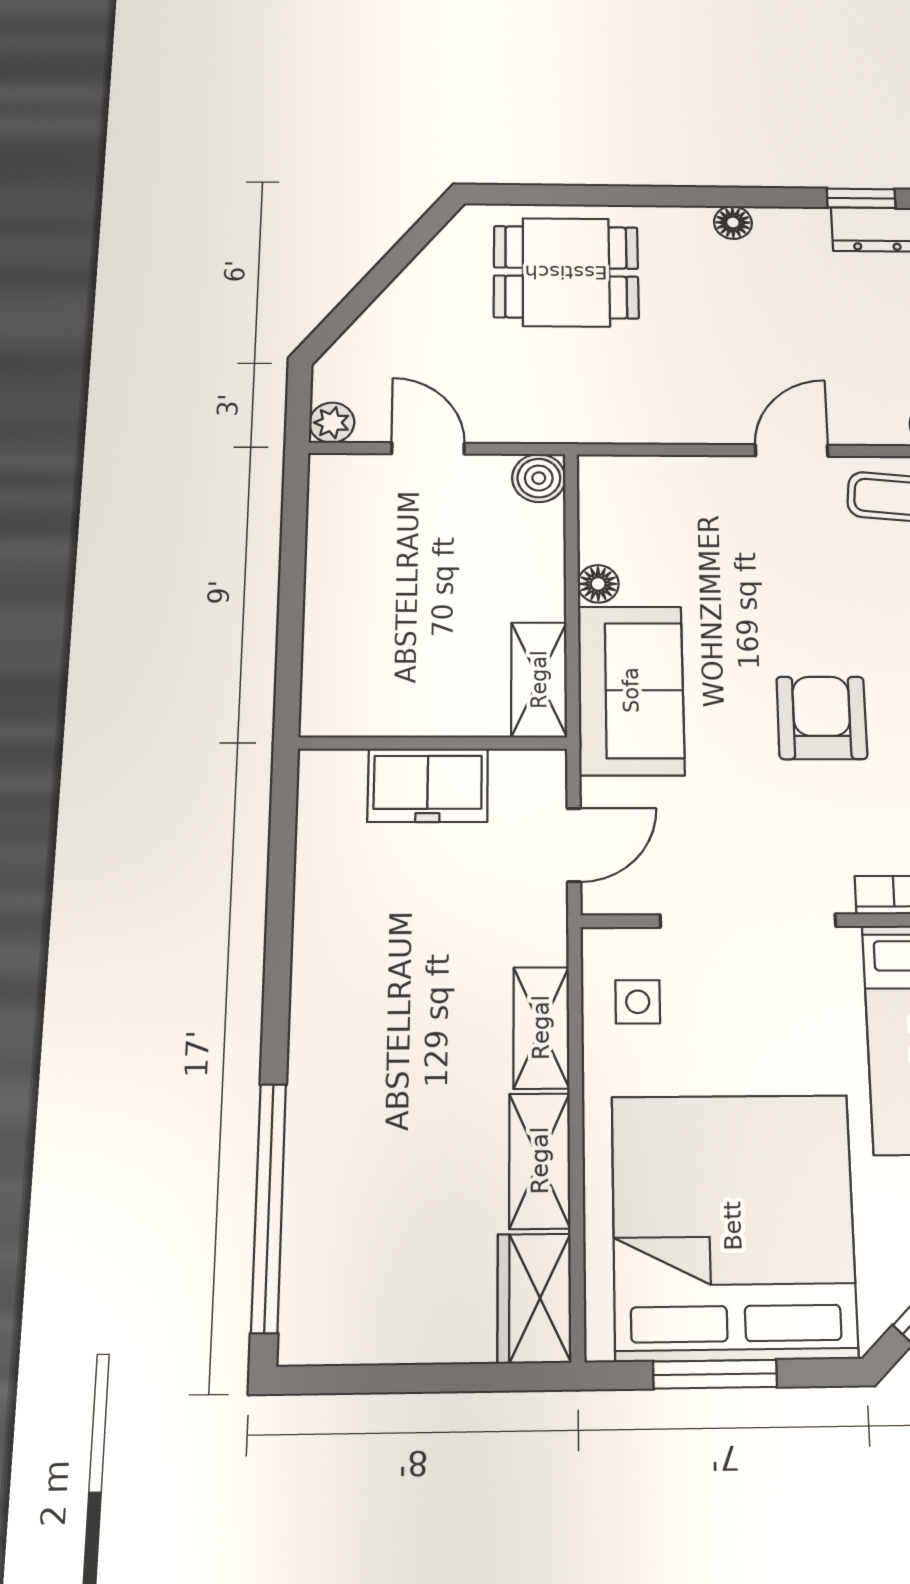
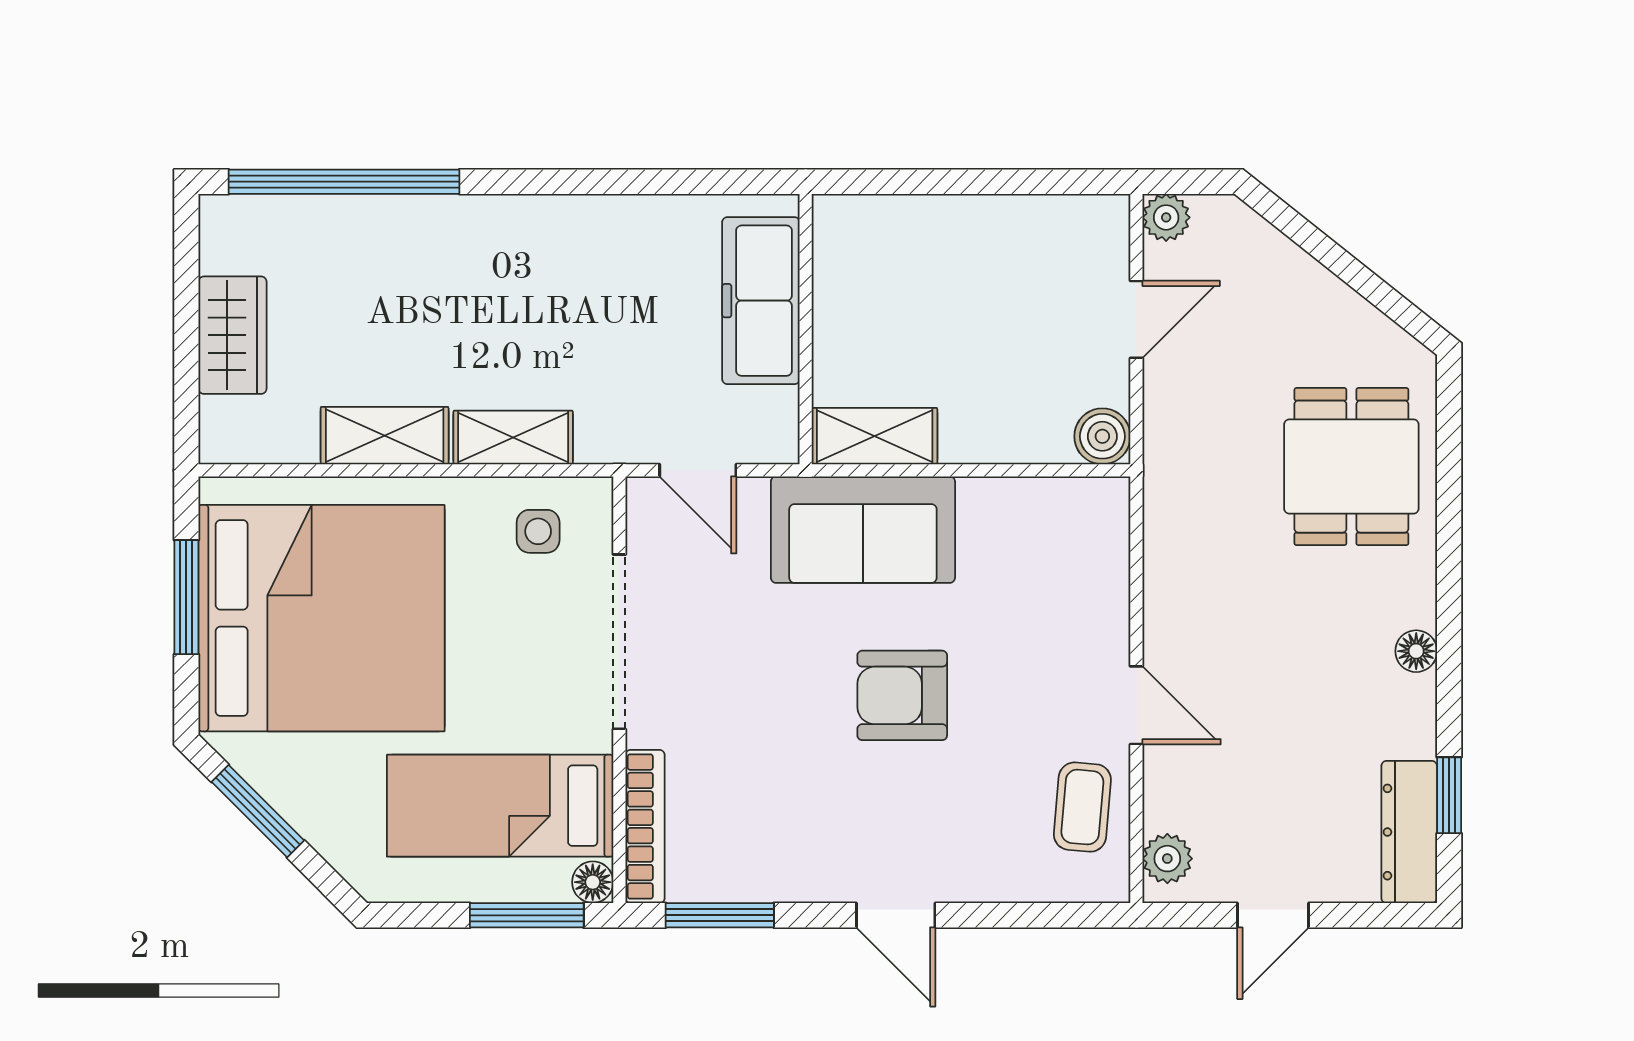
floor lamp: (598, 584) -> (981, 498), removed
armchair: (822, 718) -> (902, 695), moved, turned 180
freezer: (428, 785) -> (761, 301), width x1.40
wardrobe: (534, 1298) -> (232, 335), moved, turned 90

